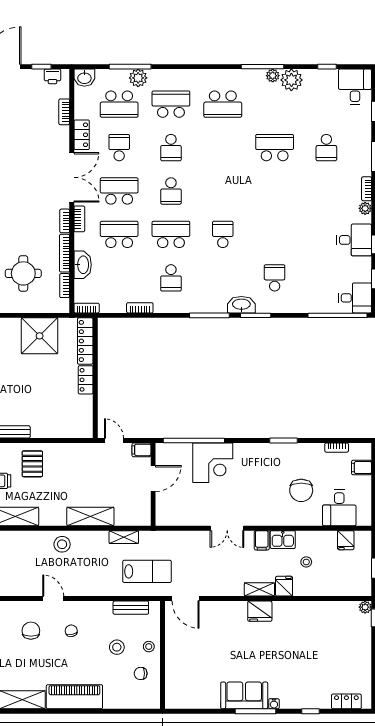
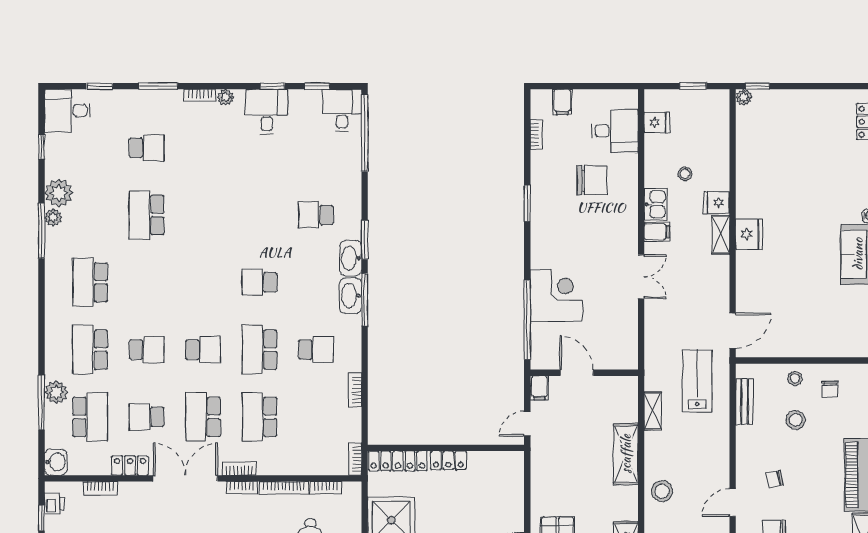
school desk: (223, 104) -> (90, 282), turned 180
washbasin: (83, 265) -> (351, 296), moved, turned -90

